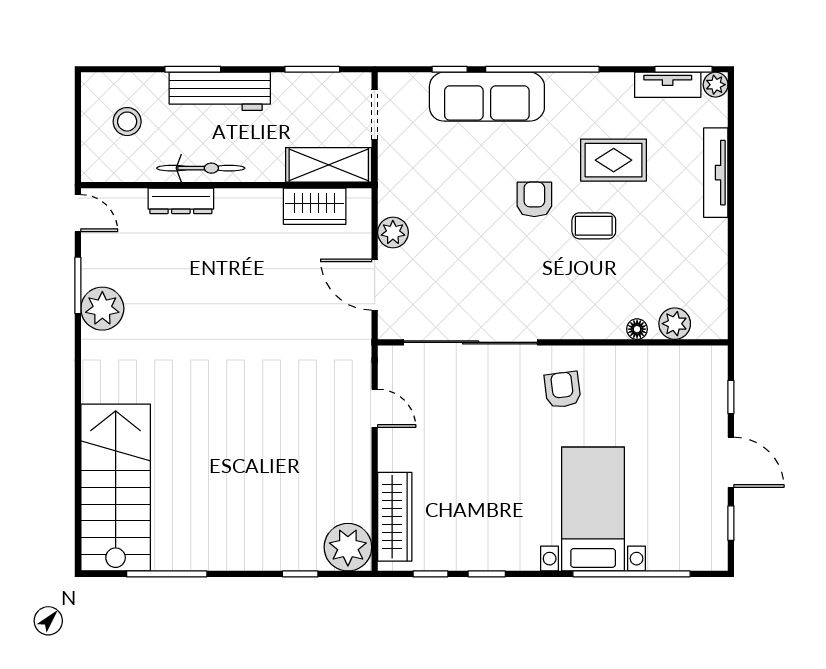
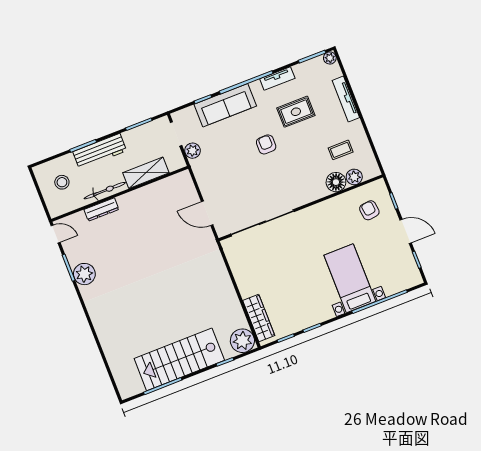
tv unit: (668, 85) -> (277, 79), moved
shelving: (329, 165) -> (146, 173), moved
wardrobe: (315, 206) -> (165, 188), removed
coffee table: (594, 226) -> (341, 150), moved
plant: (393, 232) -> (193, 151), moved
floor lamp: (637, 329) -> (336, 182), width x1.89, depth x1.89
armchair: (563, 390) -> (369, 210), moved
door: (375, 408) -> (230, 271), removed
stairs: (116, 488) -> (179, 359), moved, turned -90

